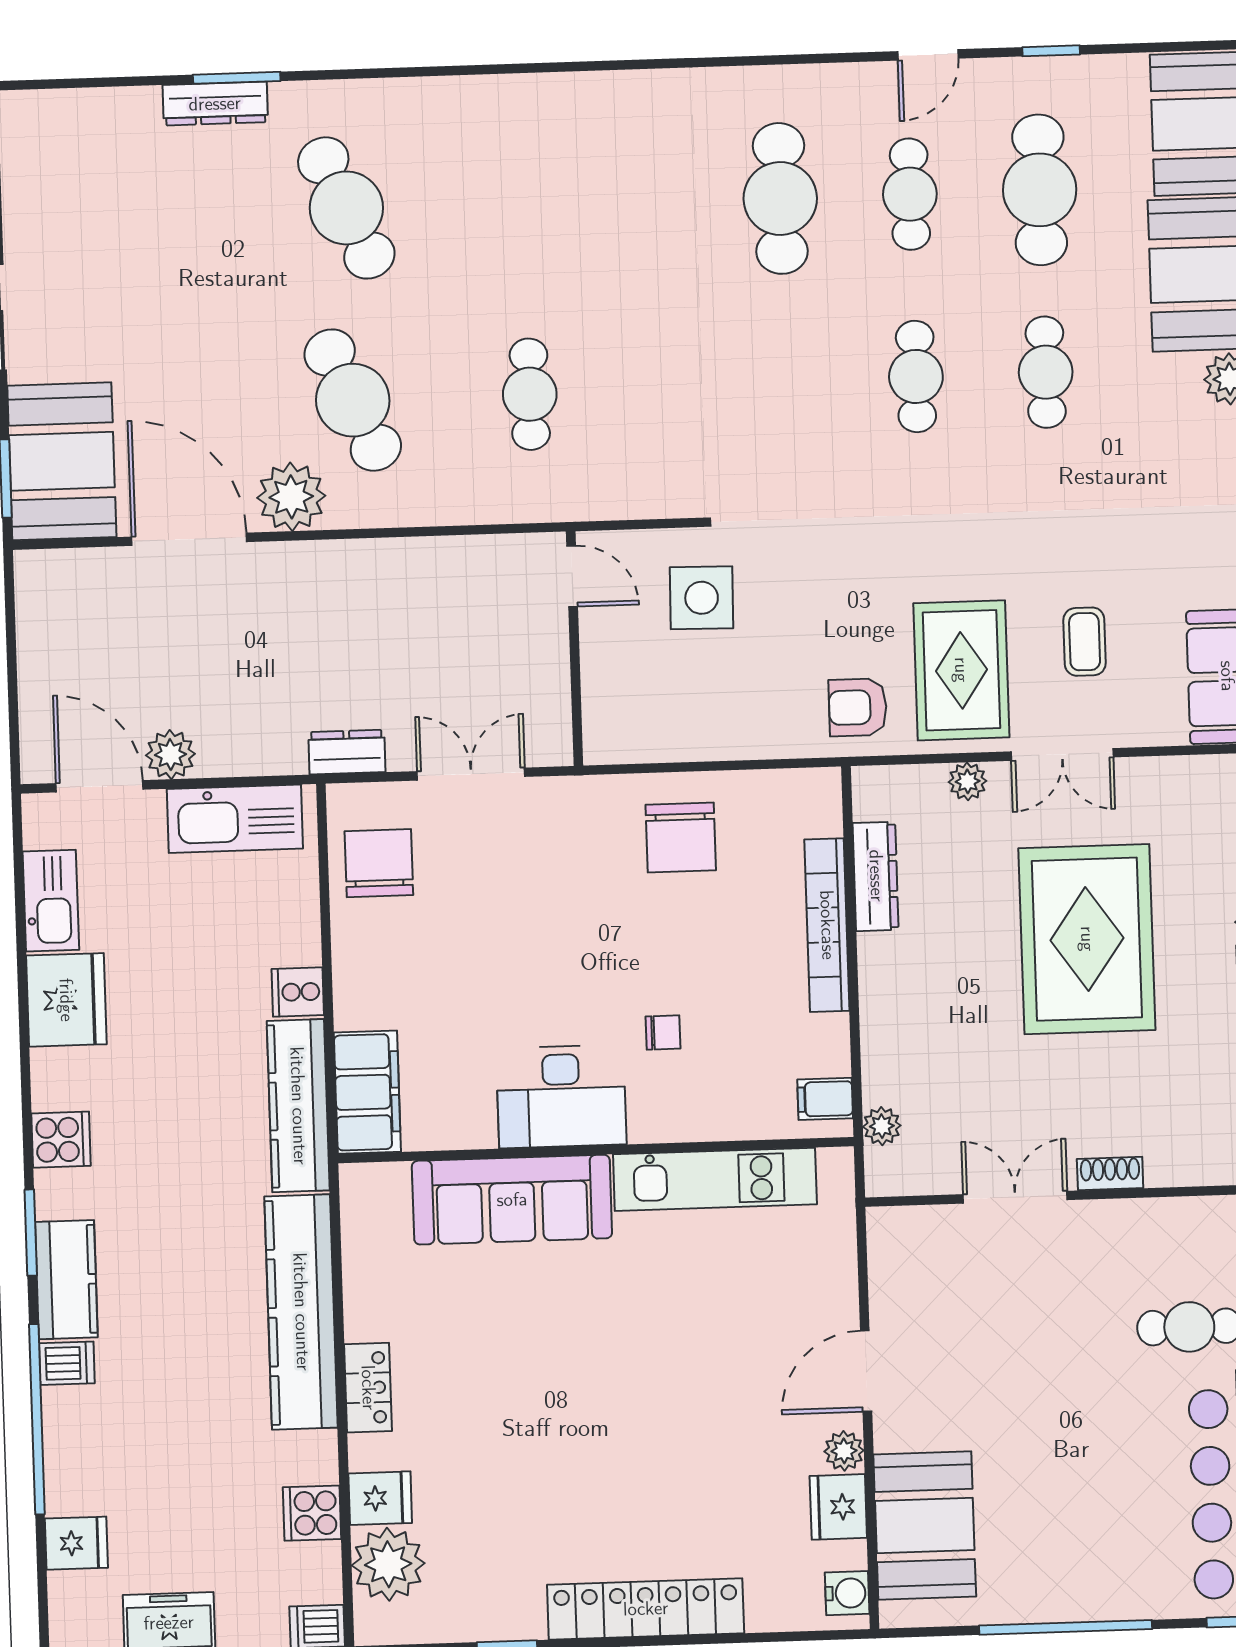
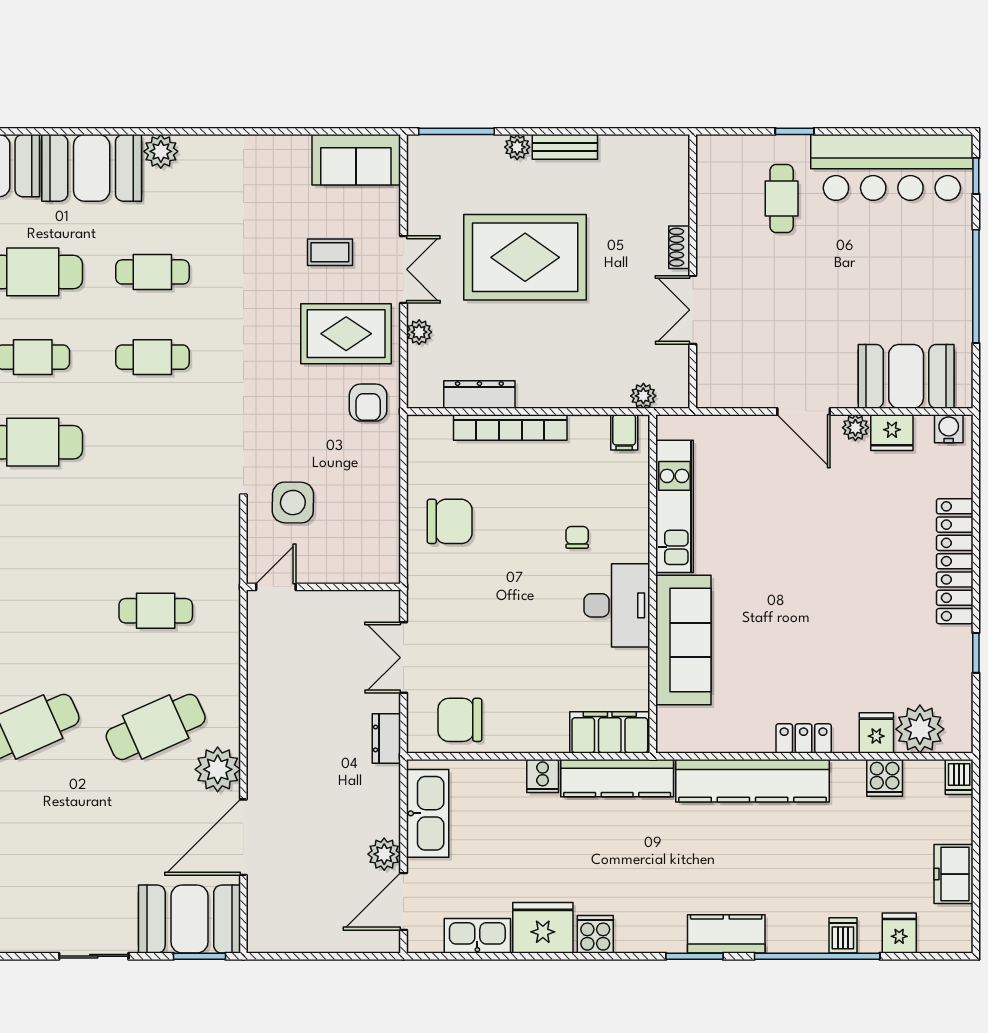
cooker: (61, 1140) -> (595, 934), moved
dishwasher: (67, 1363) -> (843, 935), moved

